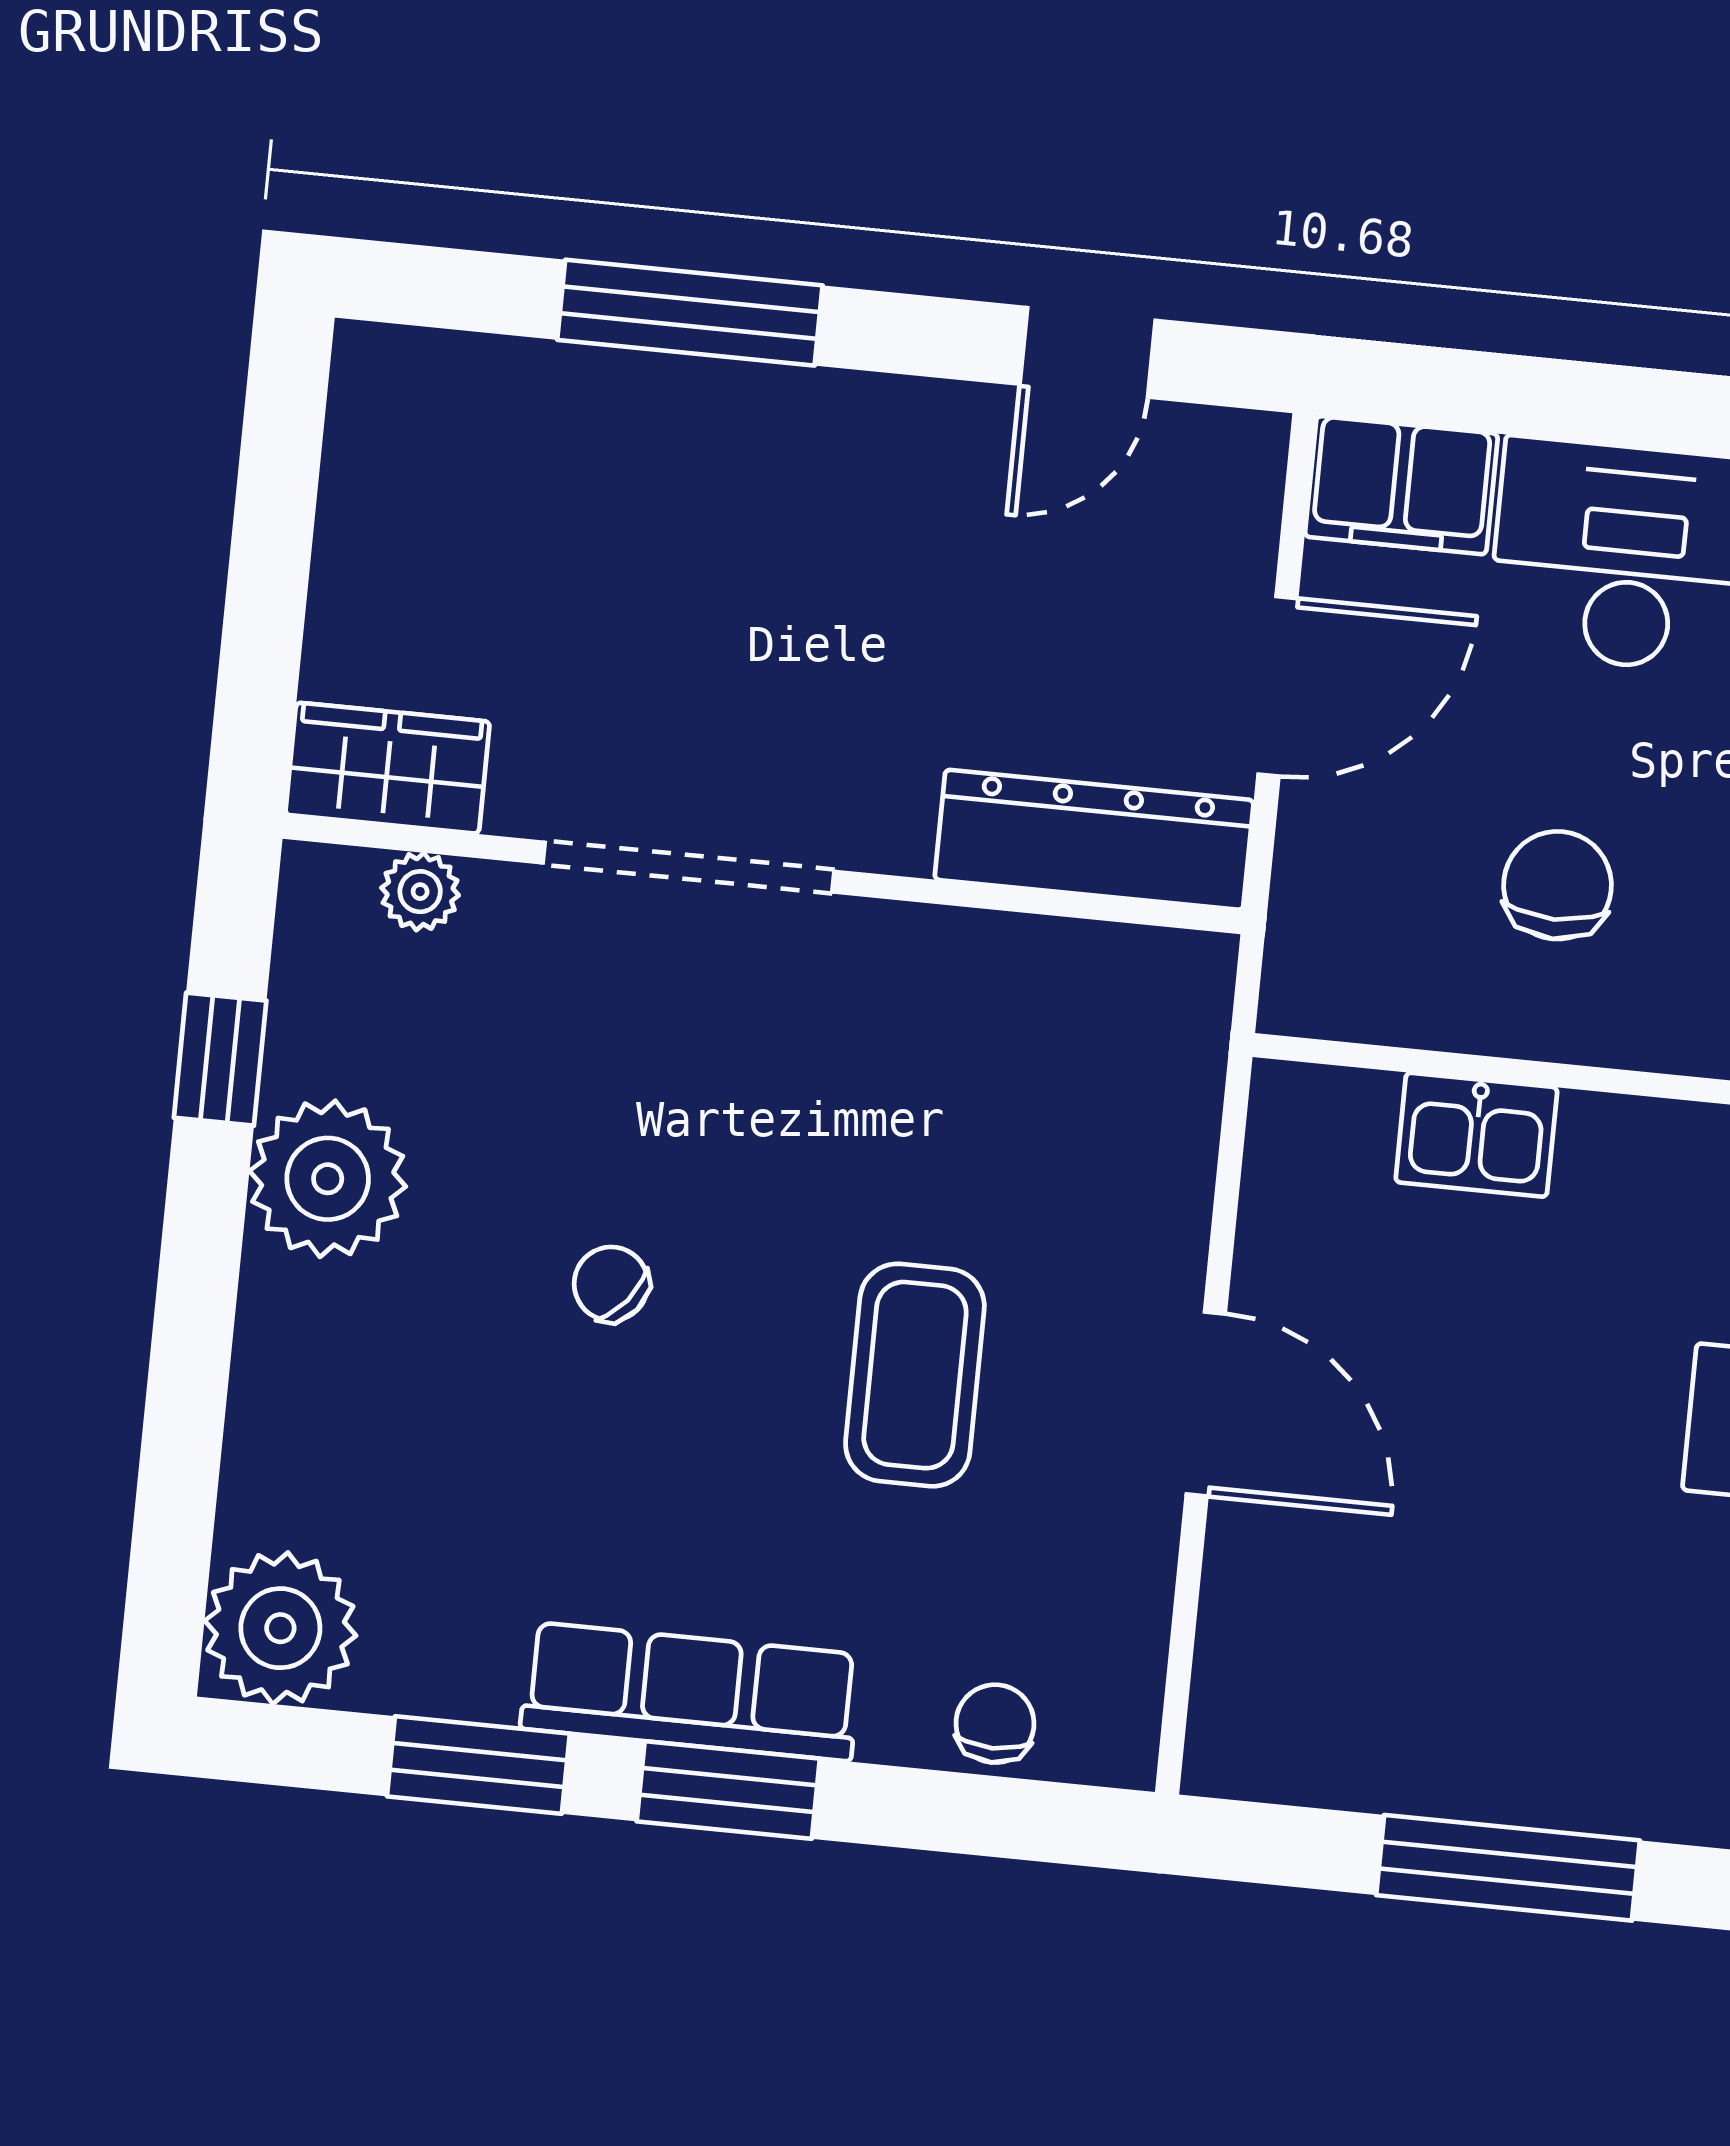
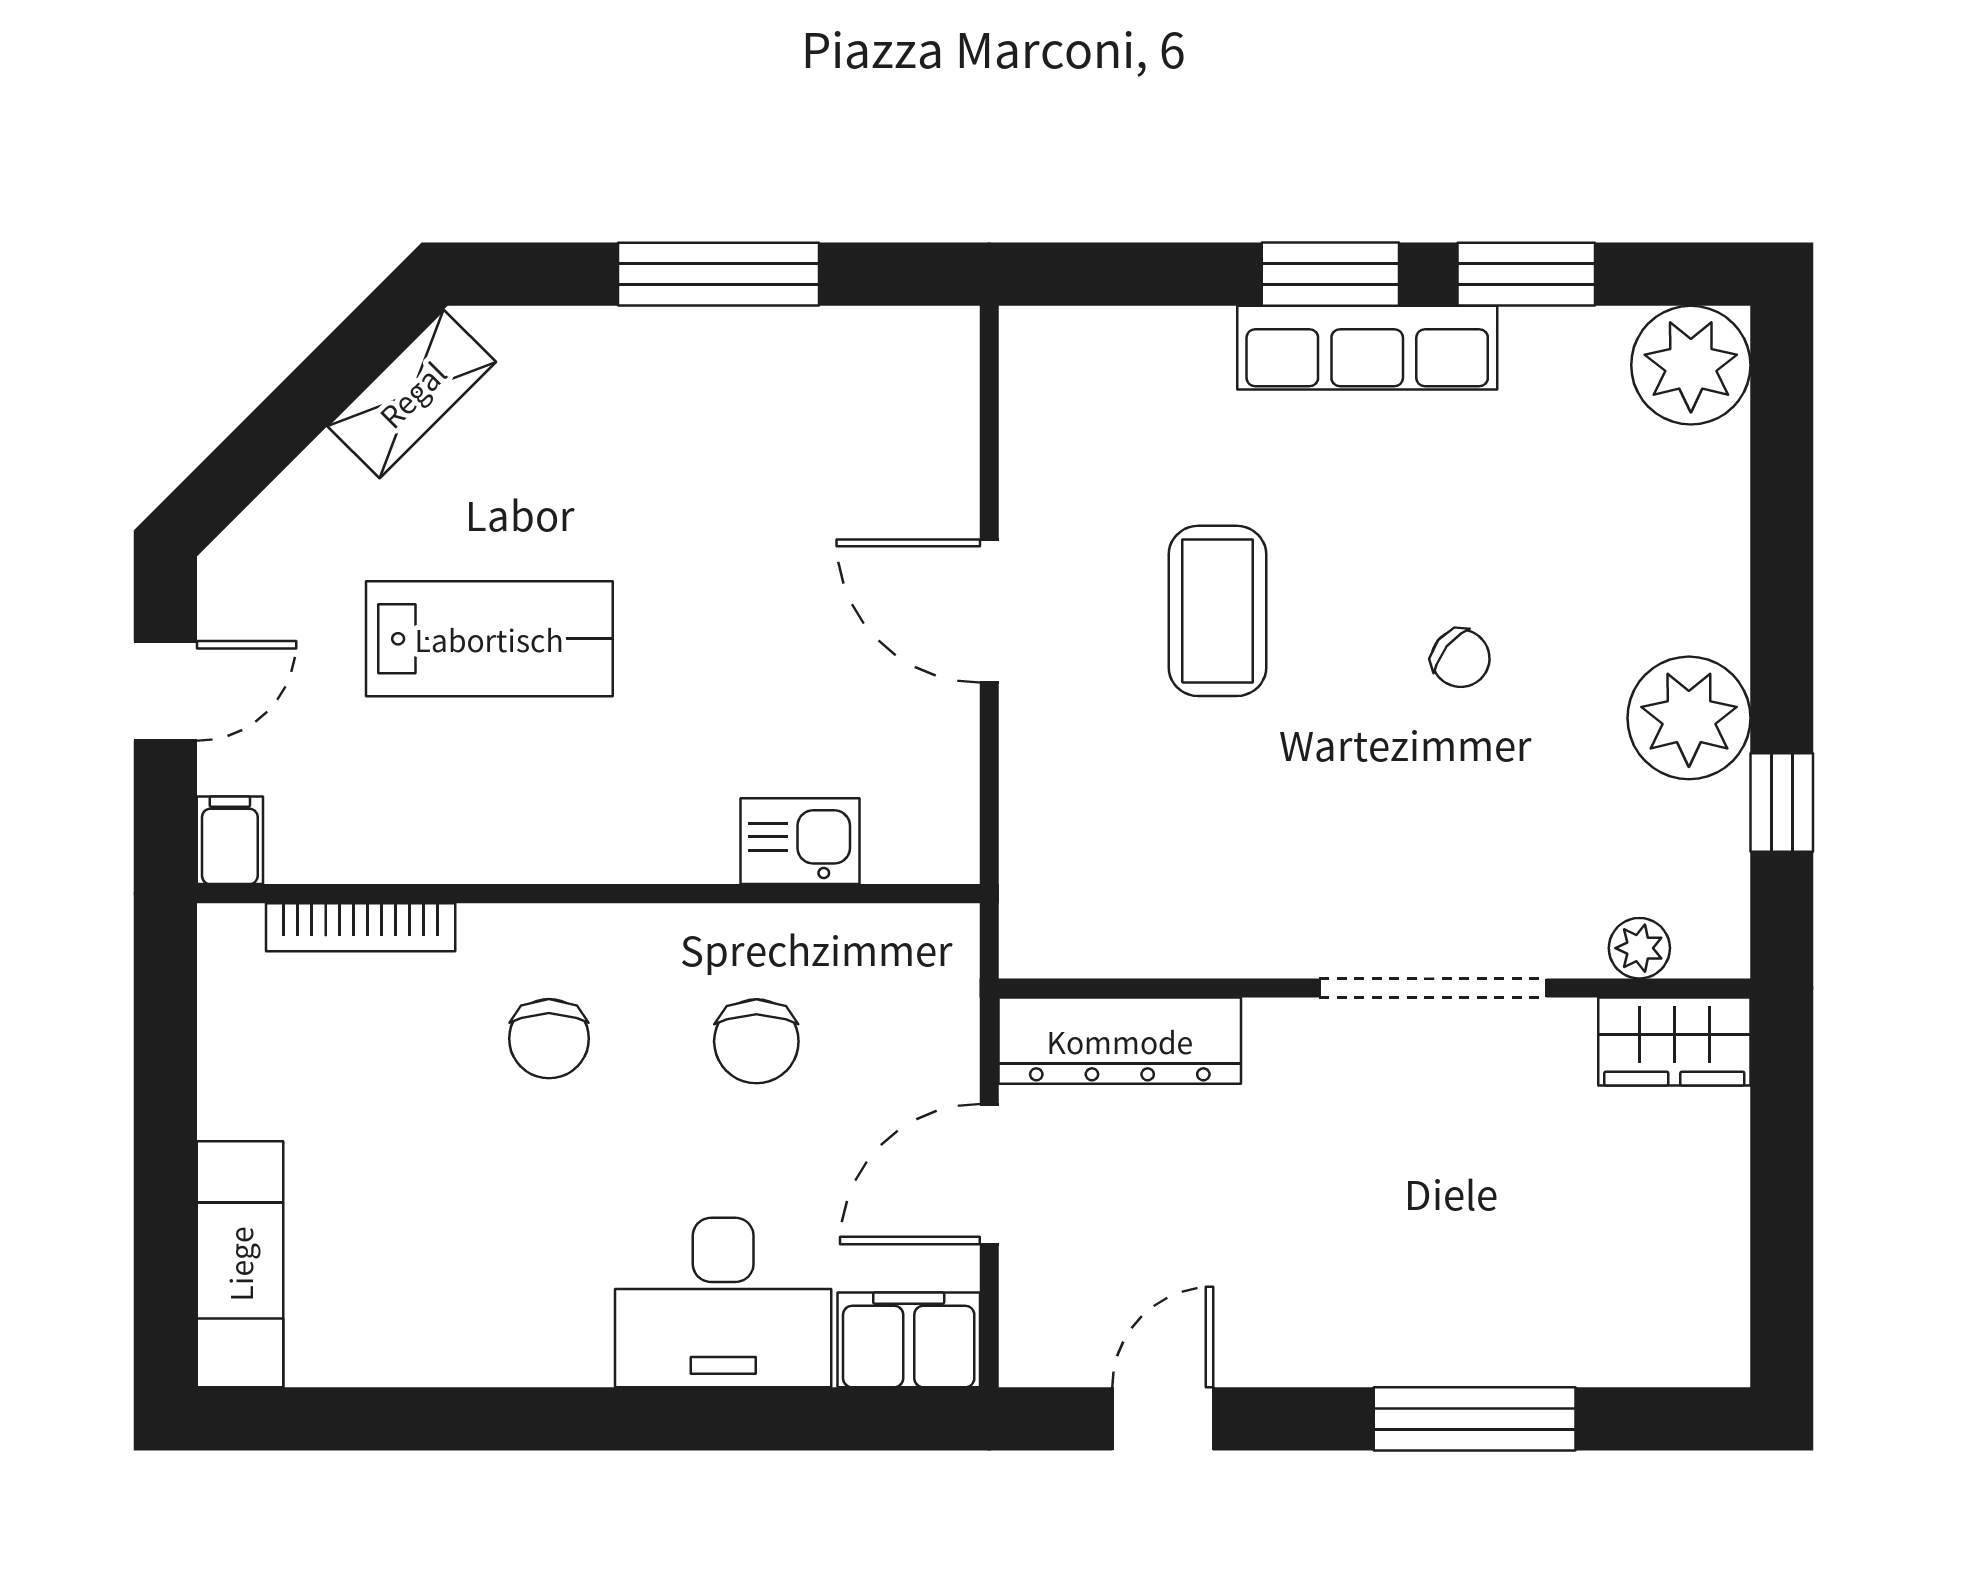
chair: (995, 1724) -> (1128, 346), removed

